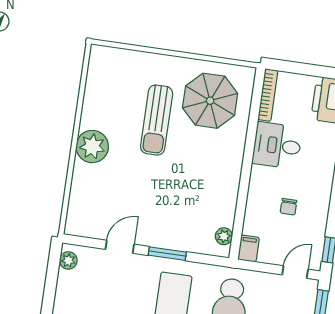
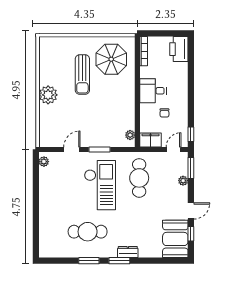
desk: (277, 145) -> (153, 91), moved
filing cabinet: (249, 248) -> (151, 140), width x2.00

